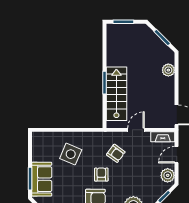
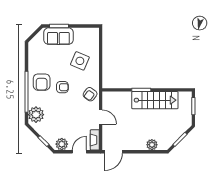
stairs: (116, 94) -> (155, 100), moved
armchair: (116, 153) -> (90, 94), moved
door: (177, 155) -> (79, 152), hinge flipped

